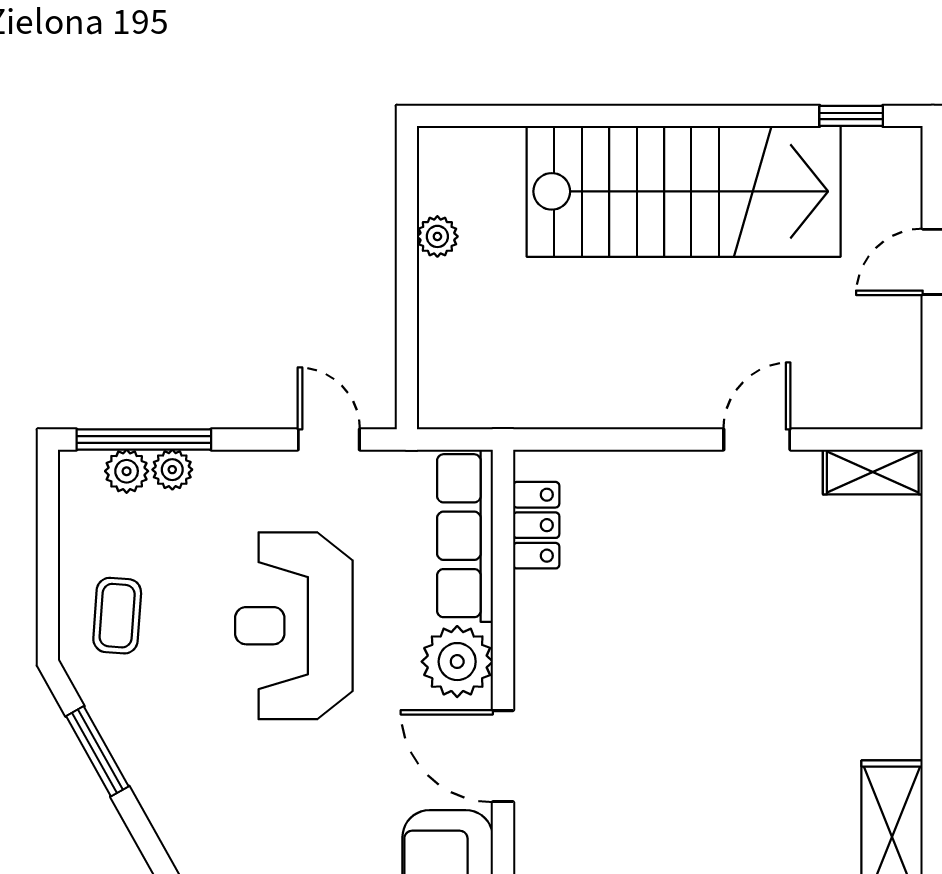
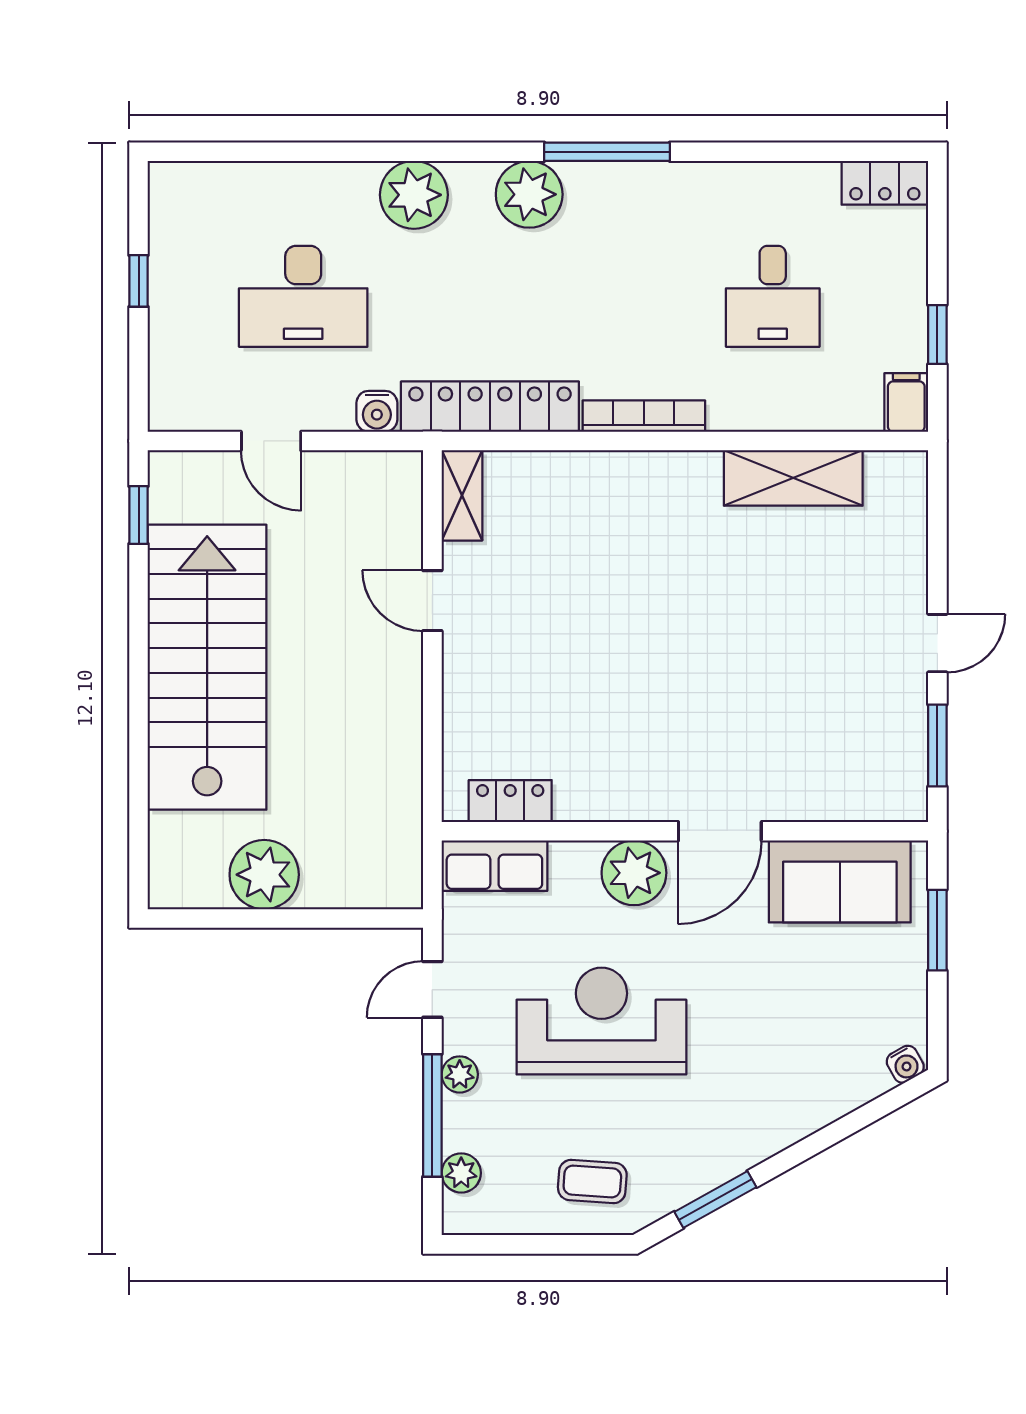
plant: (437, 236) -> (264, 875), width x1.88, depth x1.88
window: (144, 439) -> (432, 1115), moved
plant: (172, 470) -> (460, 1074), moved
row of seats: (465, 536) -> (494, 866), width x0.68
reception desk: (294, 626) -> (601, 1021), turned 180

